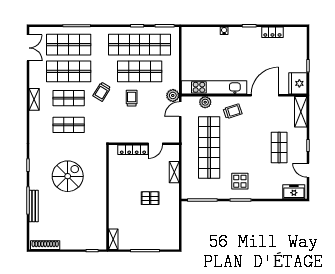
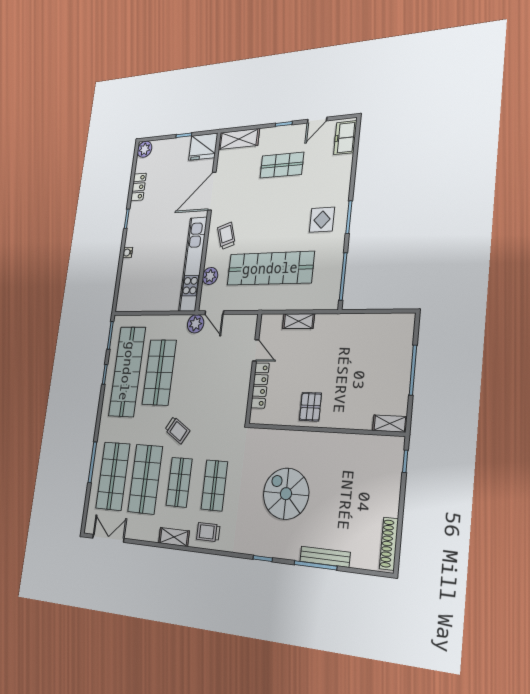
plant: (301, 33) -> (145, 149), added
door: (265, 95) -> (212, 191), hinge flipped
trolley: (132, 98) -> (208, 532), moved
pallet: (150, 198) -> (310, 407), moved

